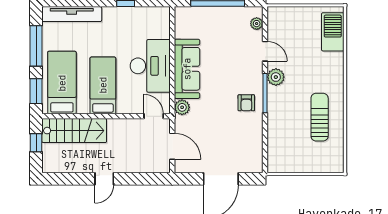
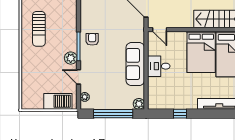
barbecue: (333, 32) -> (58, 101), moved, turned -90
desk: (150, 66) -> (159, 66), width x0.53, depth x0.77
bed: (103, 85) -> (201, 52), width x1.50
plant: (182, 107) -> (139, 104), moved

